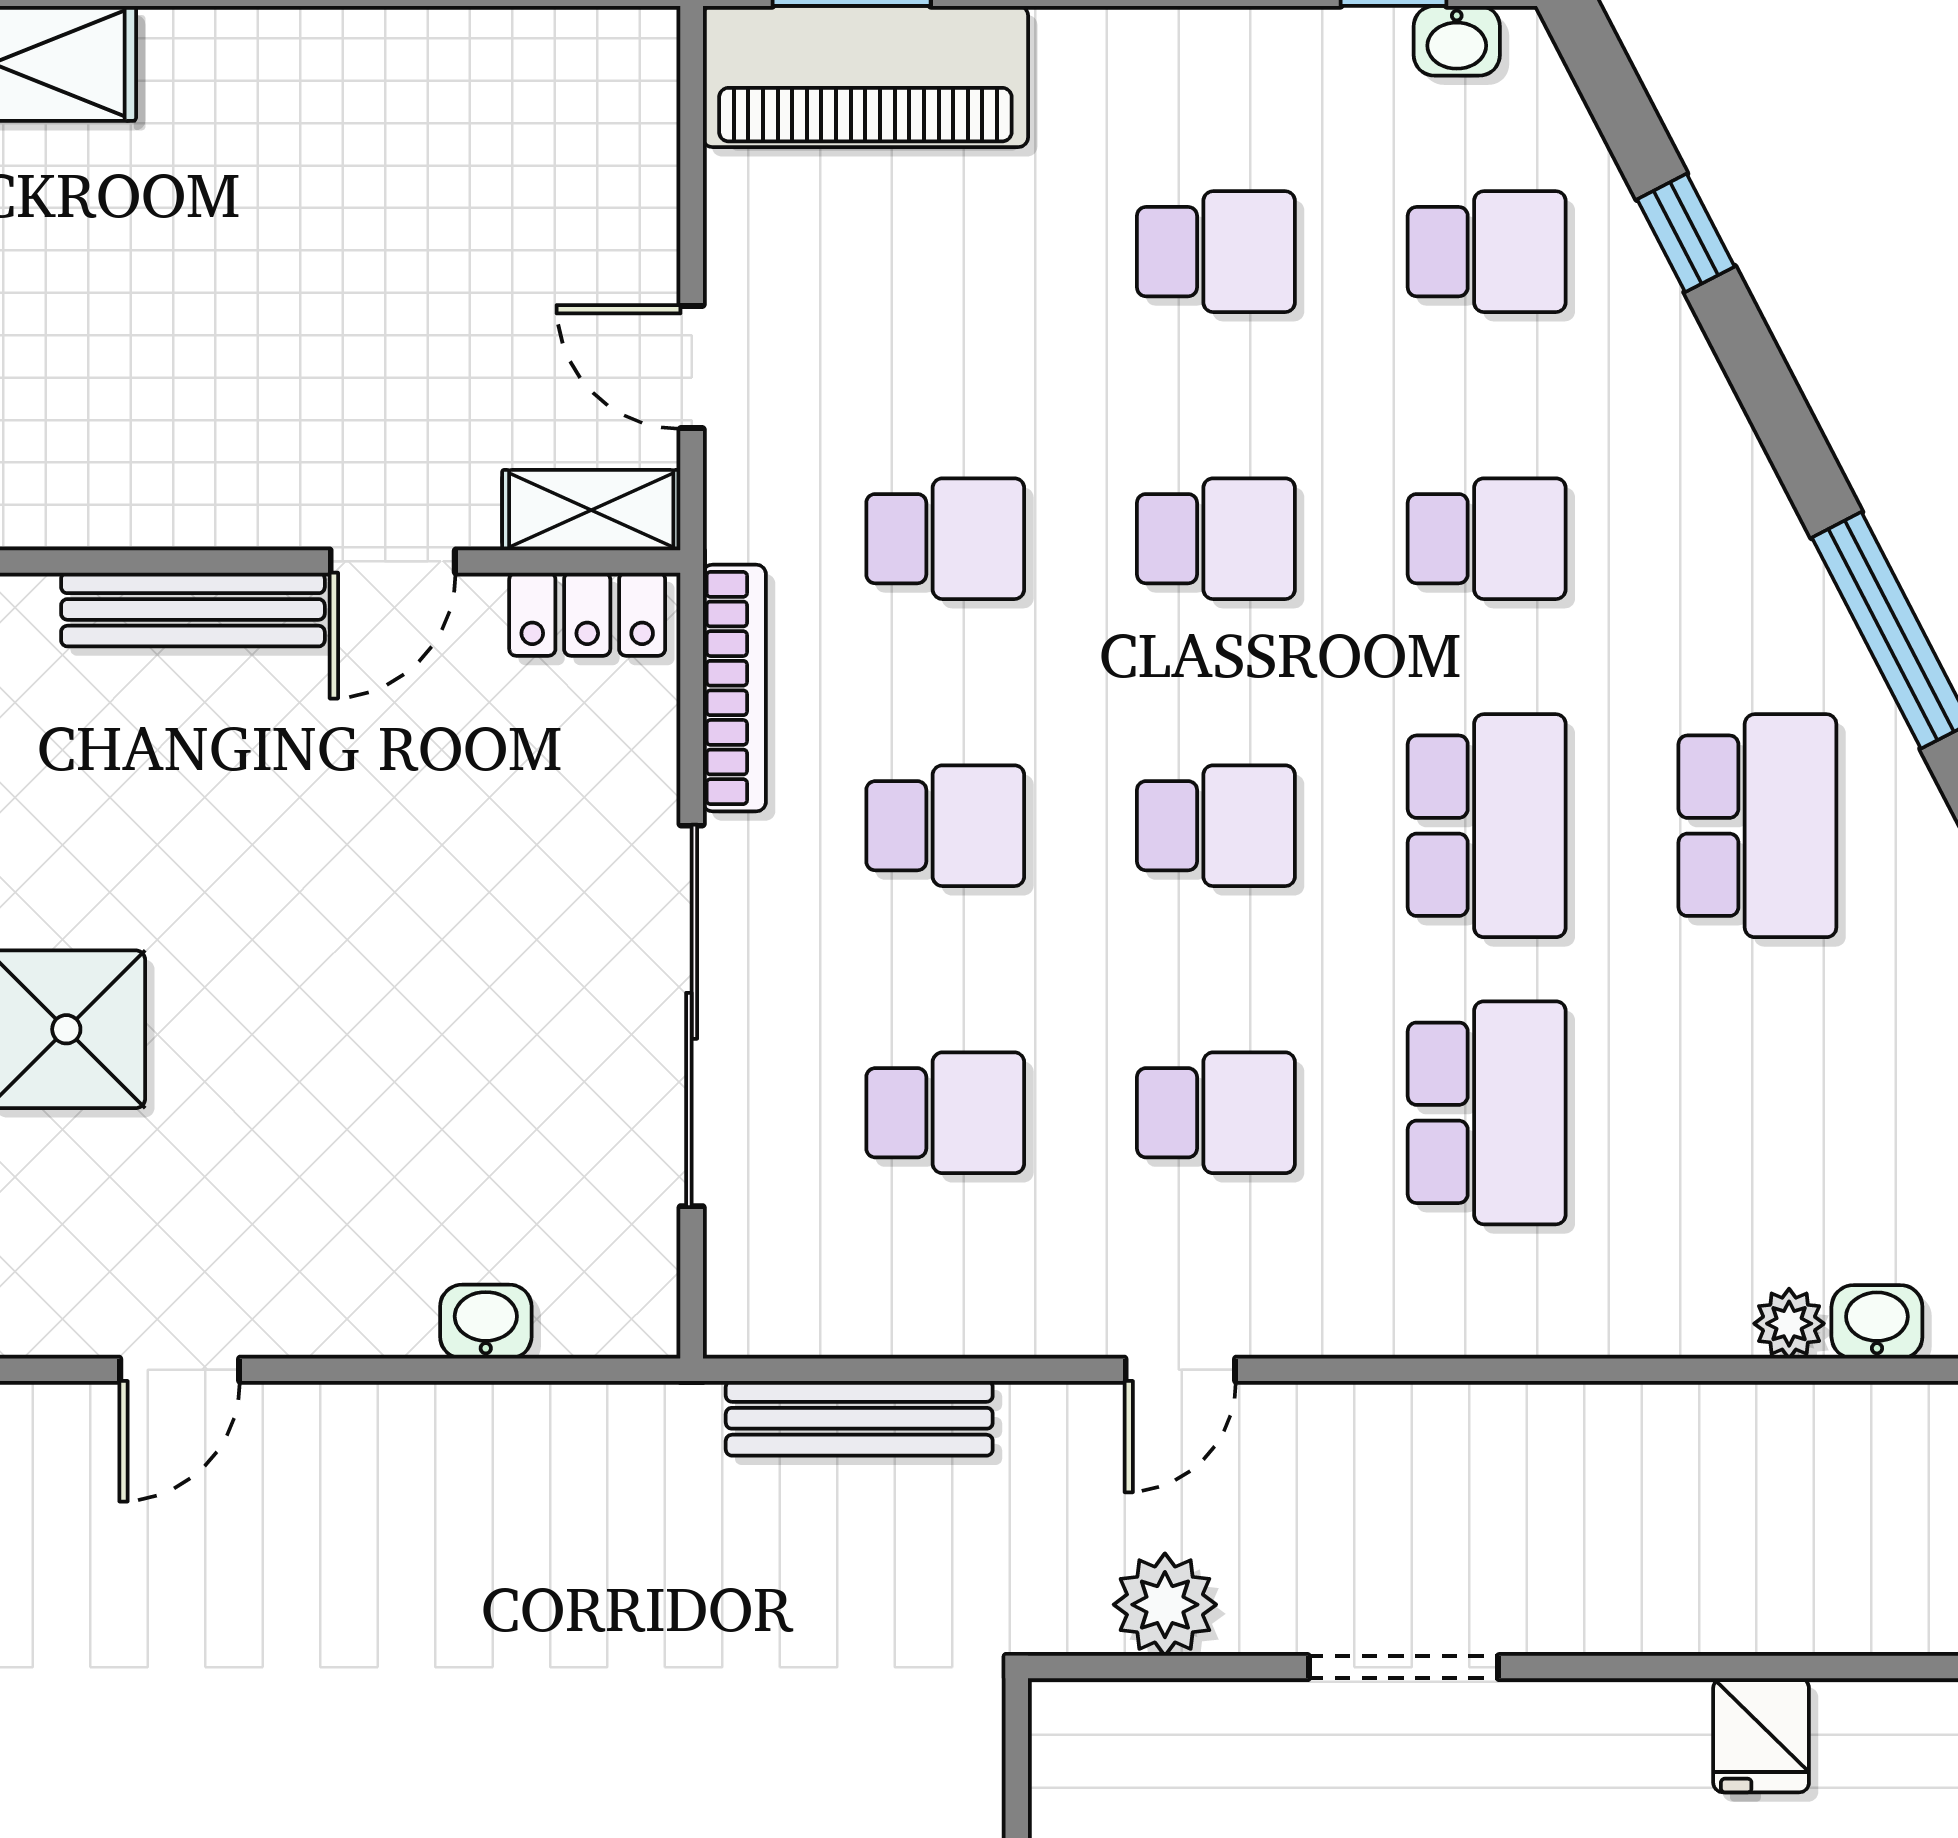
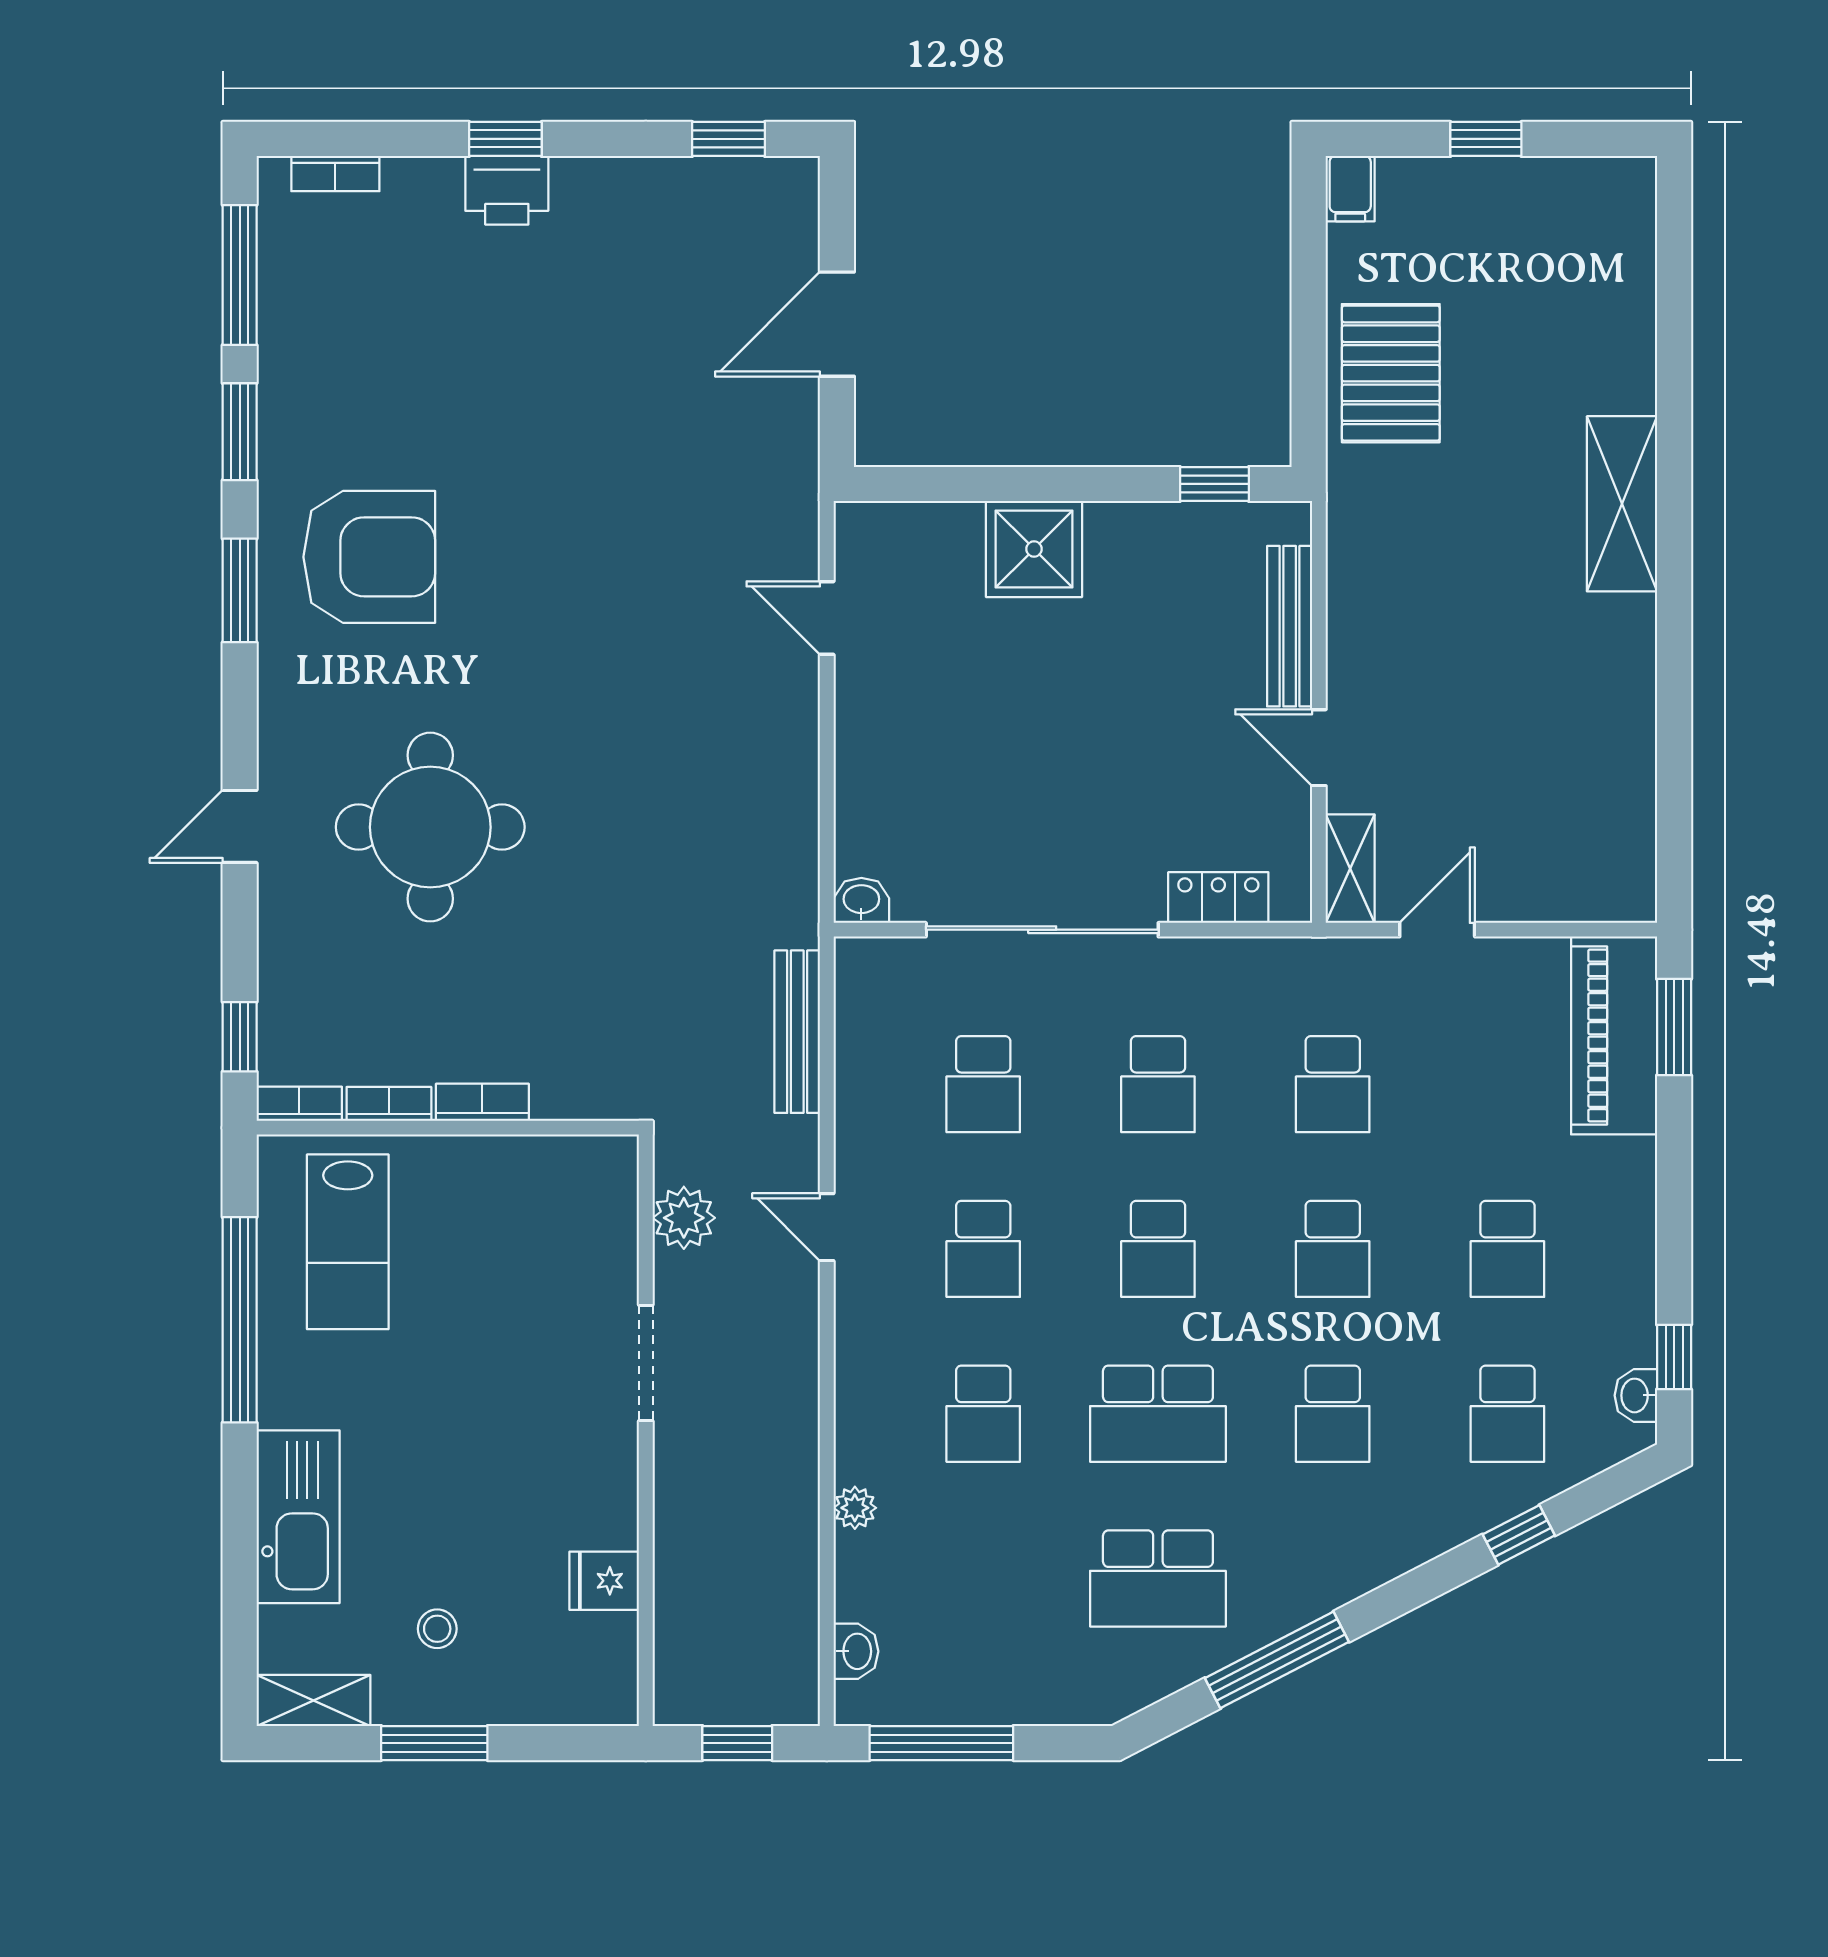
locker: (587, 614) -> (1218, 898), moved, turned 90
bookcase: (734, 688) -> (1242, 956), removed
school desk: (1487, 1113) -> (983, 1414), width x0.54
washbasin: (486, 1322) -> (861, 900), moved, turned -90
plant: (1789, 1324) -> (855, 1508), moved

